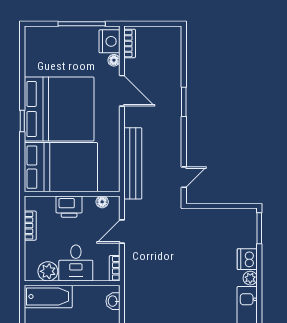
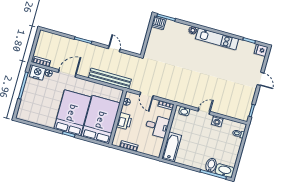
bed: (59, 109) -> (72, 113), width x0.73
door: (184, 177) -> (114, 49), moved
dishwasher: (247, 259) -> (159, 23), moved
plant: (48, 271) -> (157, 143), removed

